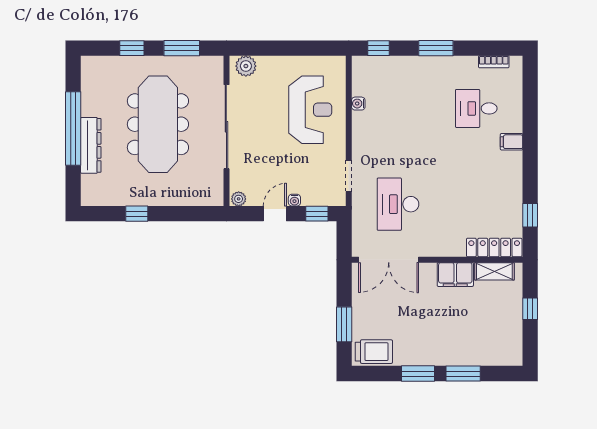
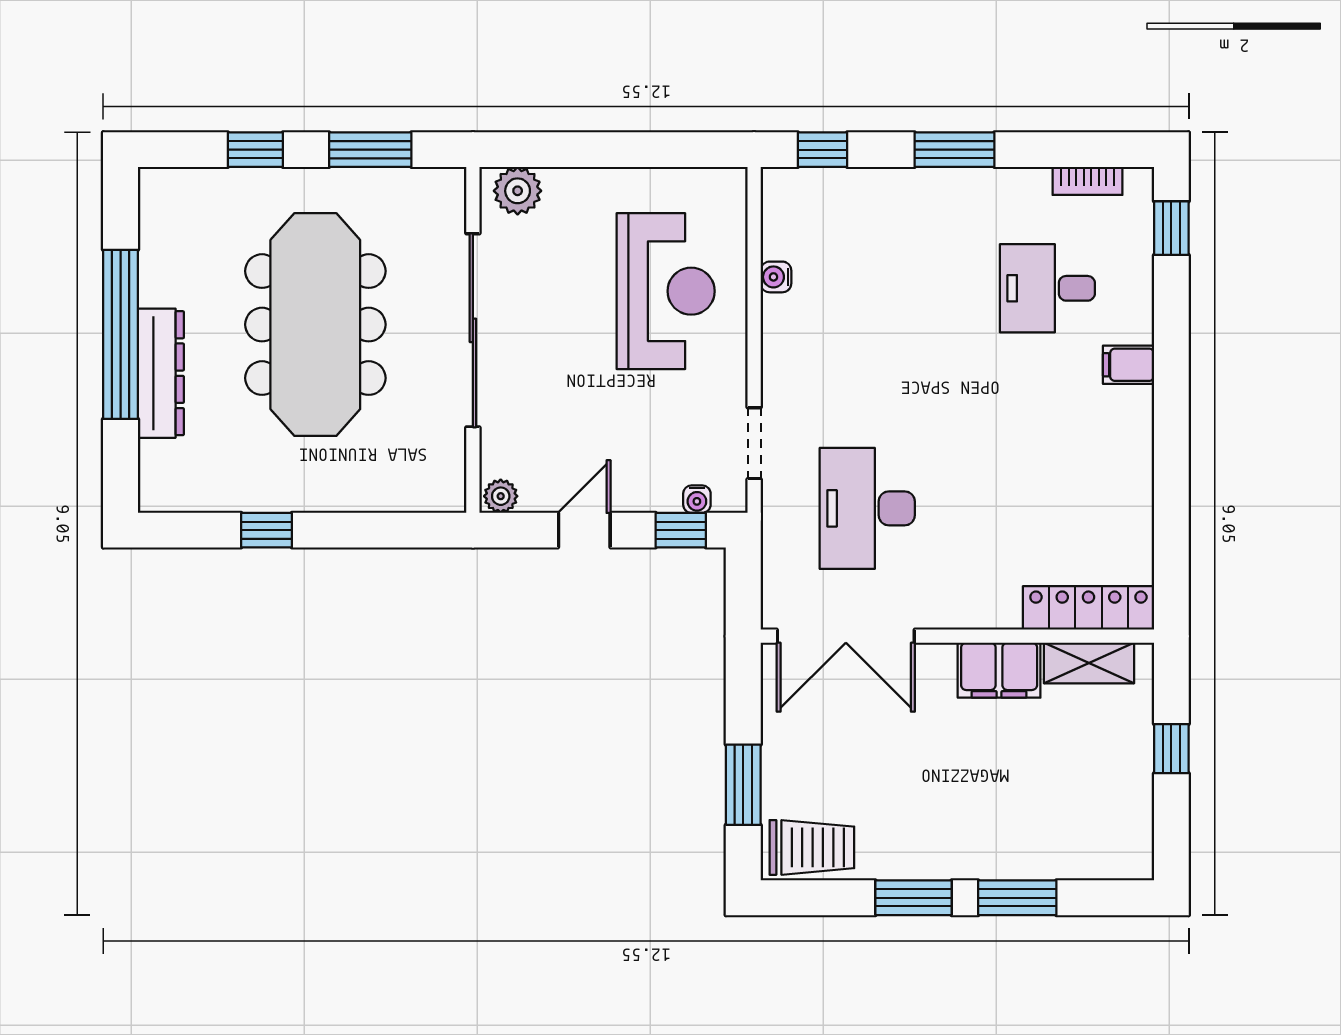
water cooler: (294, 200) -> (697, 499), moved
window: (530, 215) -> (1171, 228), moved

